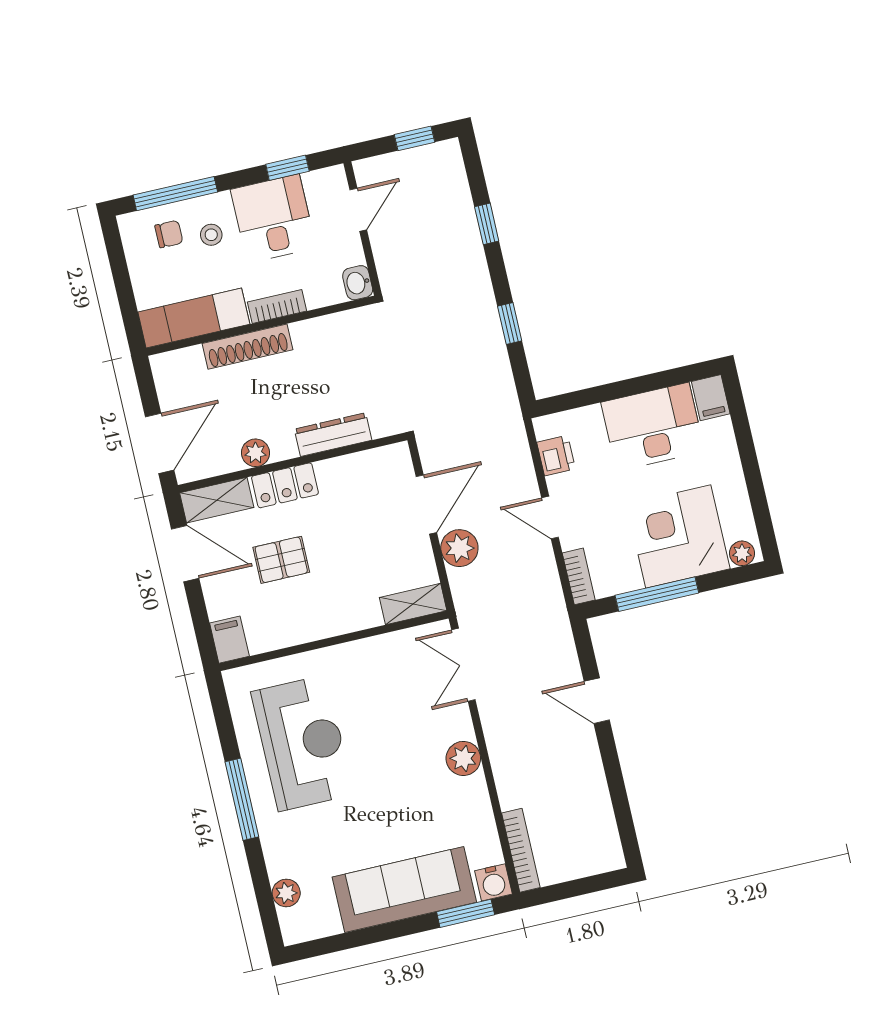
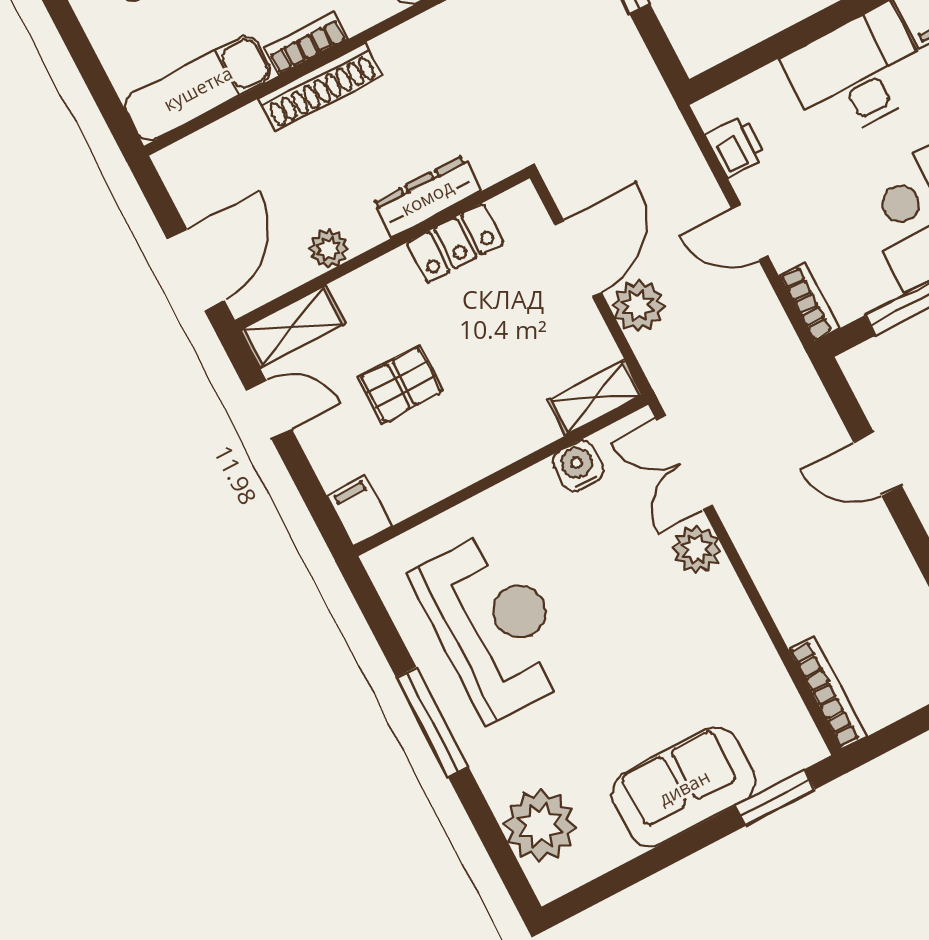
shoe rack: (247, 347) -> (320, 87), moved
locker: (285, 485) -> (455, 243), moved
door: (185, 554) -> (269, 410), width x0.73
plant: (463, 758) -> (697, 549), moved
water cooler: (493, 882) -> (578, 466), moved, turned 180
sofa: (404, 890) -> (684, 787), width x0.73
plant: (286, 893) -> (540, 825), width x1.88, depth x1.88

